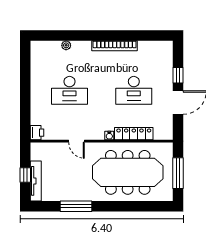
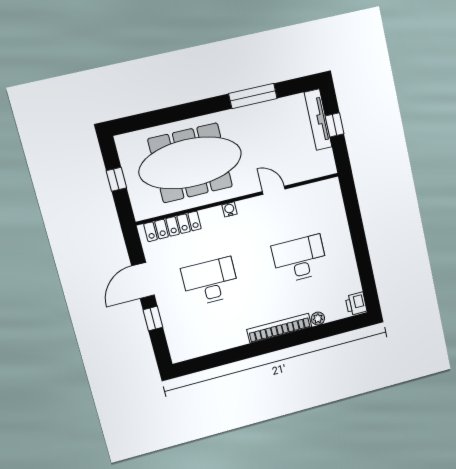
bookcase: (115, 46) -> (279, 328), moved
printer: (37, 133) -> (356, 304), moved
locker: (134, 134) -> (173, 226), moved
window: (178, 173) -> (116, 179), width x0.46

